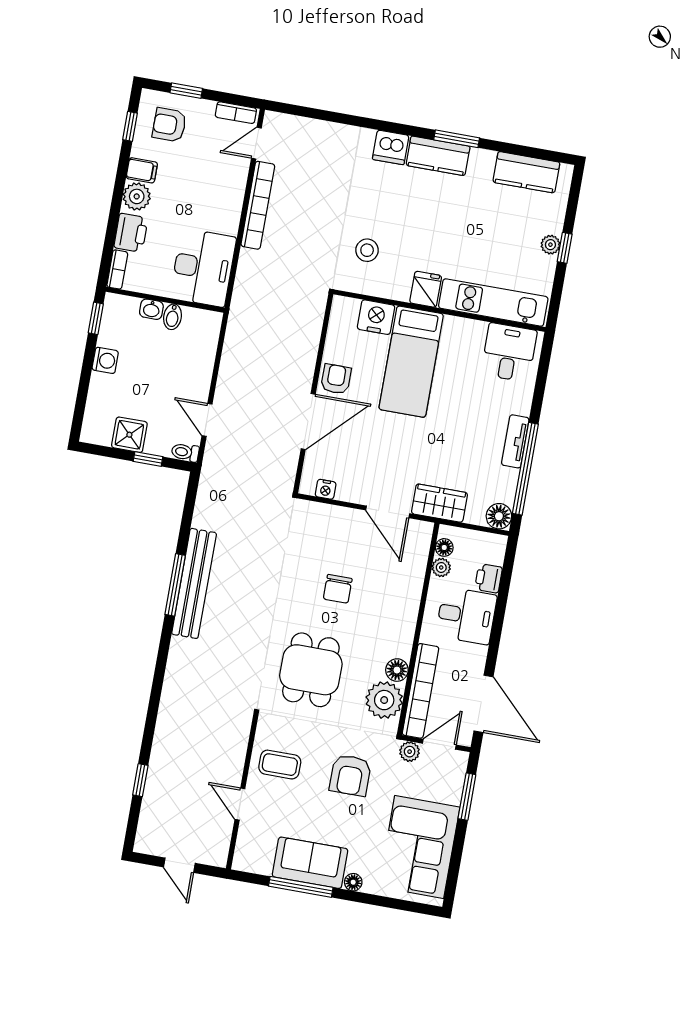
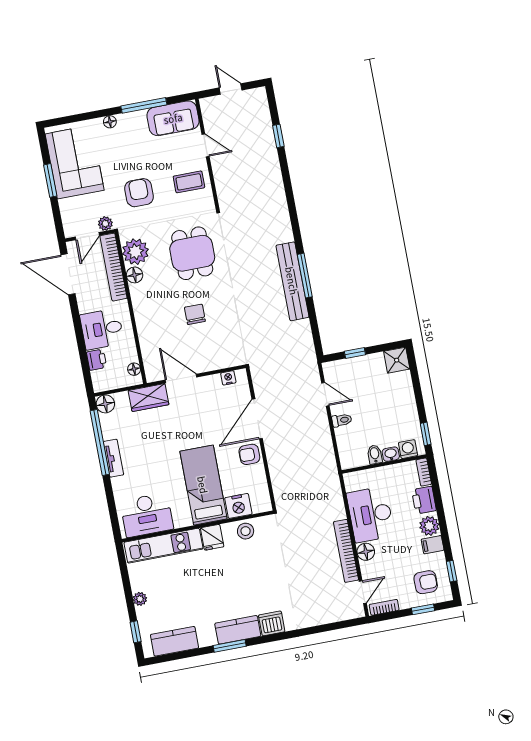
floor lamp: (232, 194) -> (366, 552), added
window: (565, 248) -> (136, 632), moved
stool: (367, 250) -> (246, 531), moved
desk: (203, 268) -> (370, 515), moved
desk: (509, 352) -> (147, 515), width x1.37
washing machine: (105, 360) -> (408, 449), moved, turned 90
armchair: (336, 379) -> (249, 454), turned 90
shower: (129, 435) -> (397, 360), moved
toilet: (185, 452) -> (342, 420), moved
plant: (441, 567) -> (131, 355), removed
window: (467, 797) -> (50, 180), moved
sofa: (310, 863) -> (173, 118), moved

